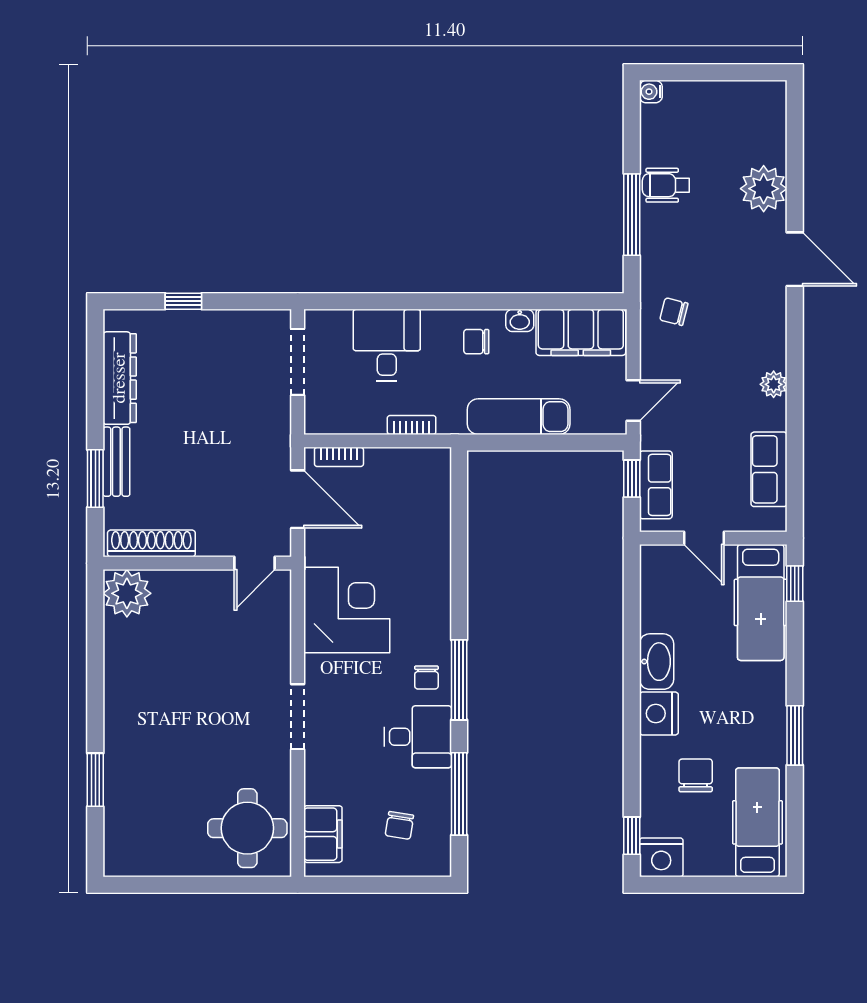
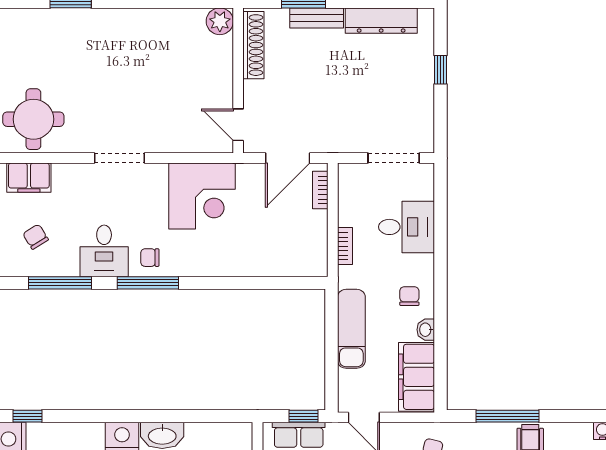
plant: (127, 593) -> (220, 21), width x0.73, depth x0.73
chair: (399, 825) -> (36, 237), turned 49

